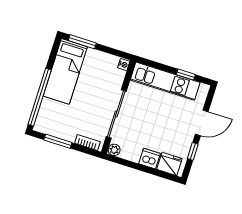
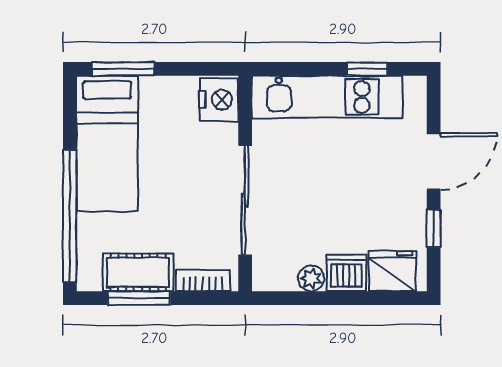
nightstand: (124, 65) -> (219, 100), width x1.89, depth x1.79
cot: (61, 130) -> (138, 272), added
plant: (114, 150) -> (311, 278), moved

